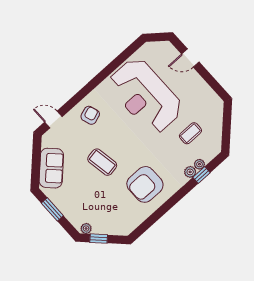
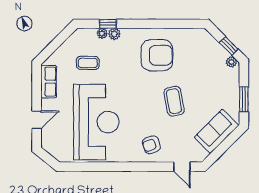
door: (190, 58) -> (37, 120), hinge flipped
row of seats: (207, 94) -> (49, 82), added

